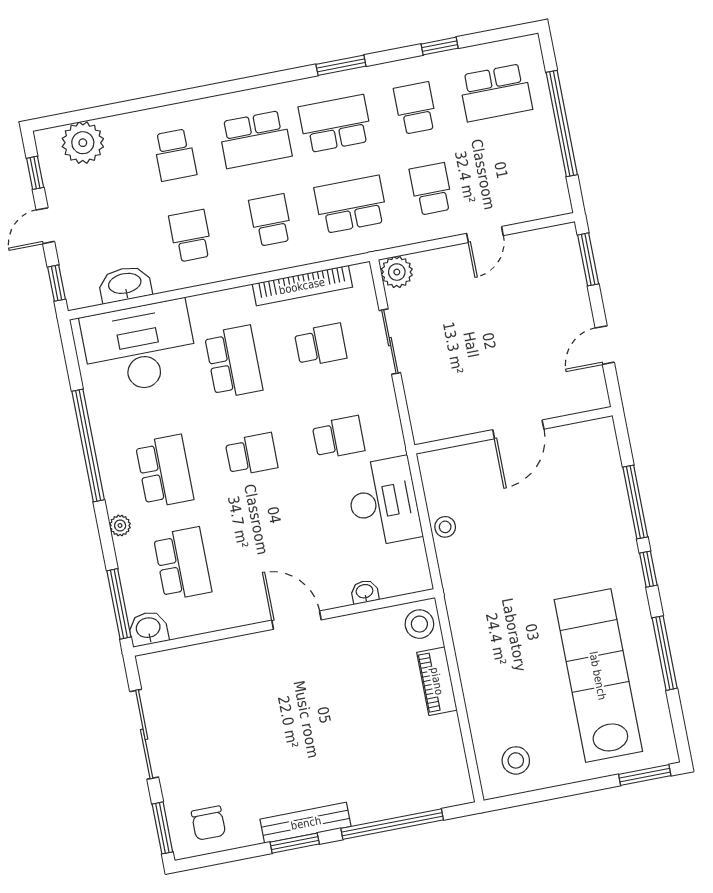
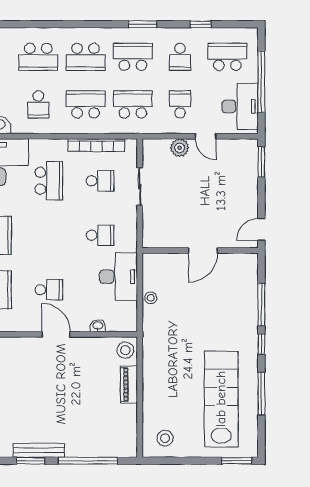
school desk: (496, 93) -> (227, 57), turned 180
school desk: (415, 108) -> (180, 57), turned 180
school desk: (175, 155) -> (38, 57), width x1.85
desk: (534, 173) -> (240, 106), added
school desk: (271, 220) -> (86, 104), width x1.85
door: (485, 234) -> (206, 136), hinge flipped
school desk: (191, 236) -> (38, 104), turned 180
plant: (397, 272) -> (180, 148), moved
door: (605, 345) -> (261, 229), moved
school desk: (251, 454) -> (49, 290), moved

